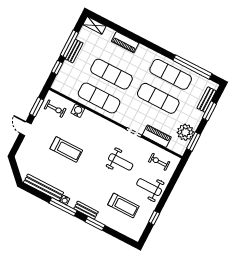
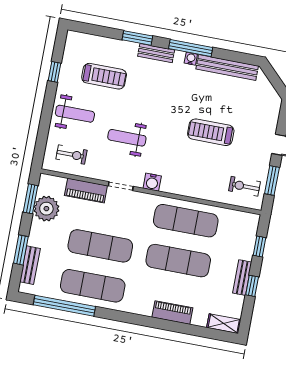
window: (69, 44) -> (252, 286), width x0.46
water cooler: (78, 111) -> (152, 182), moved
treadmill: (123, 205) -> (104, 76), turned 180

